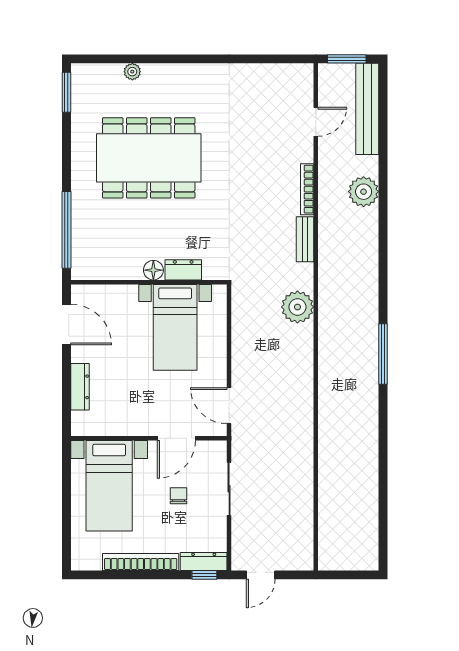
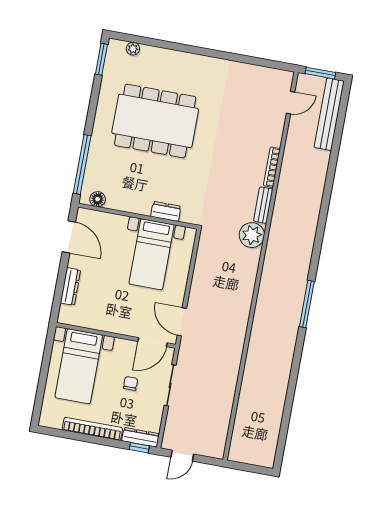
plant: (132, 72) -> (133, 49), moved
door: (316, 122) -> (291, 103), moved
plant: (364, 192) -> (315, 177), removed
floor lamp: (153, 270) -> (98, 199), moved
plant: (297, 307) -> (252, 235), moved
door: (176, 438) -> (152, 342), moved

